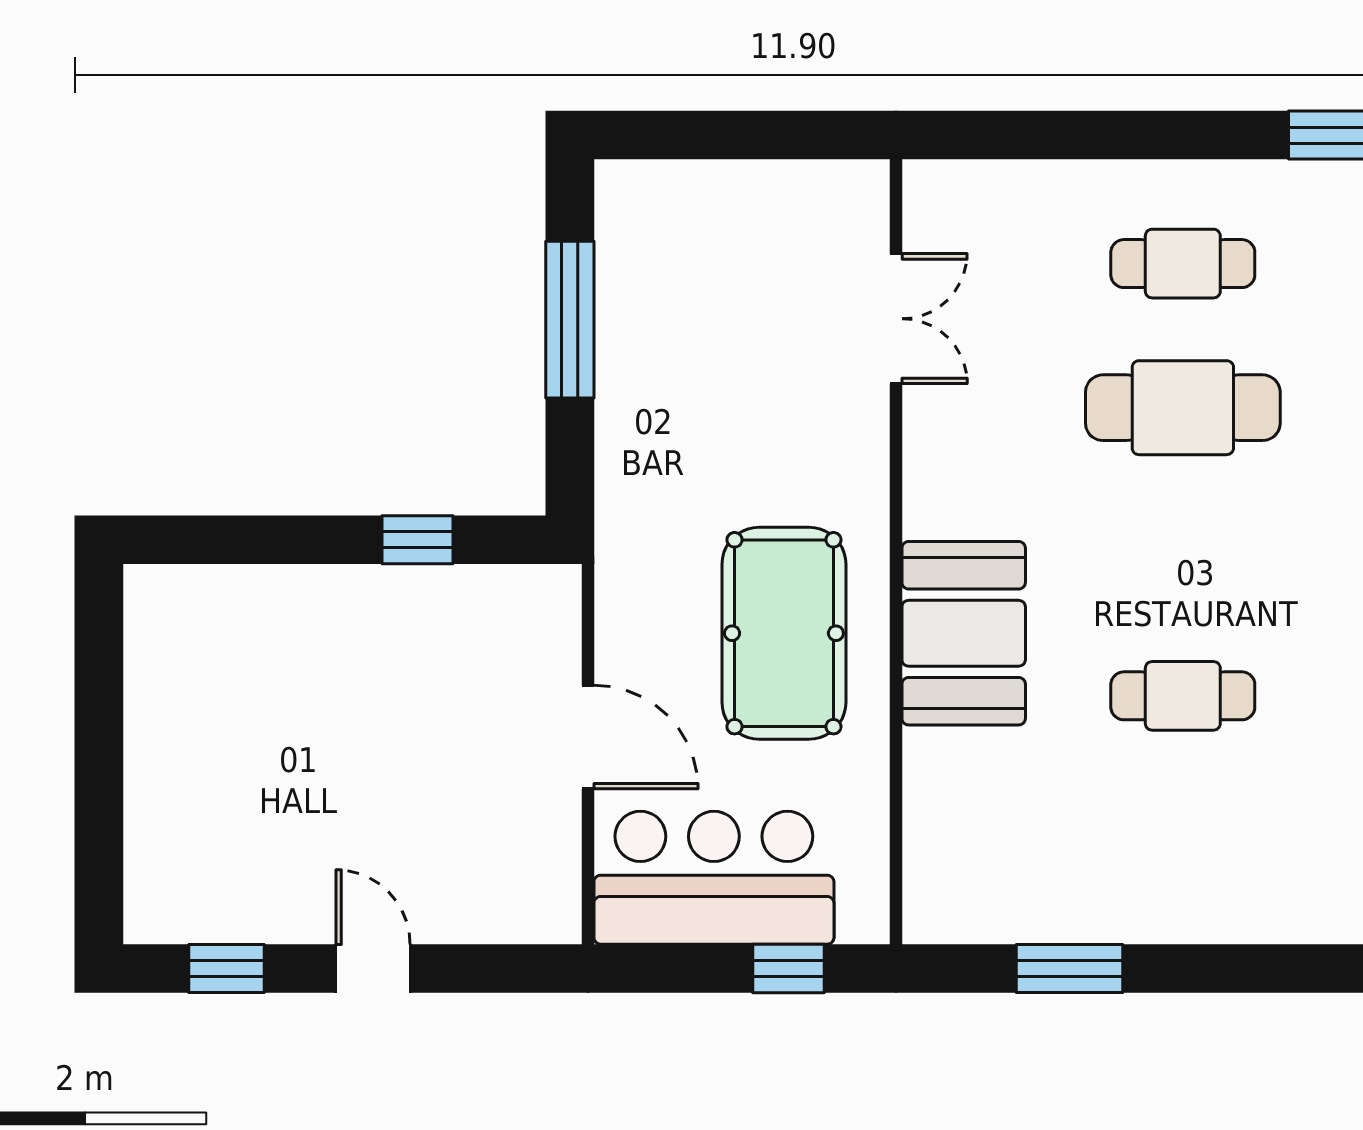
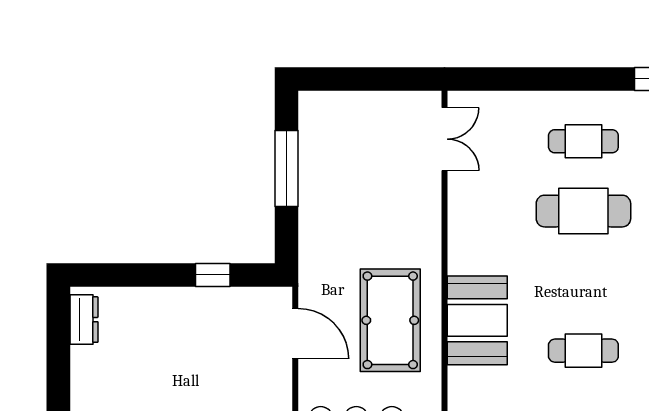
double door: (896, 319) -> (444, 139), moved
dresser: (152, 632) -> (84, 320), added
door: (588, 737) -> (295, 334), moved

